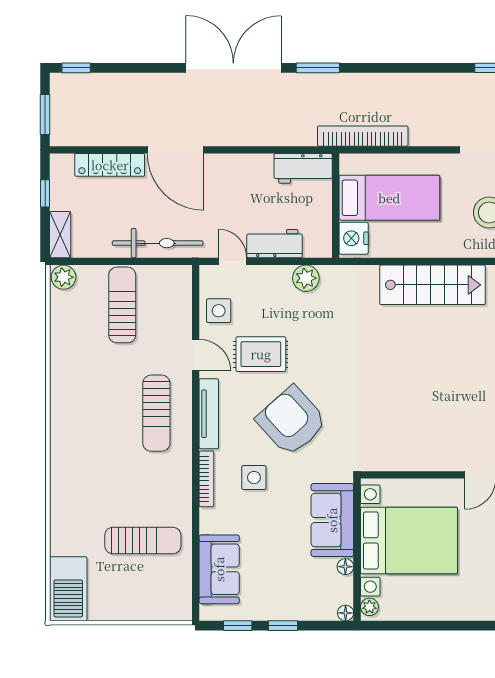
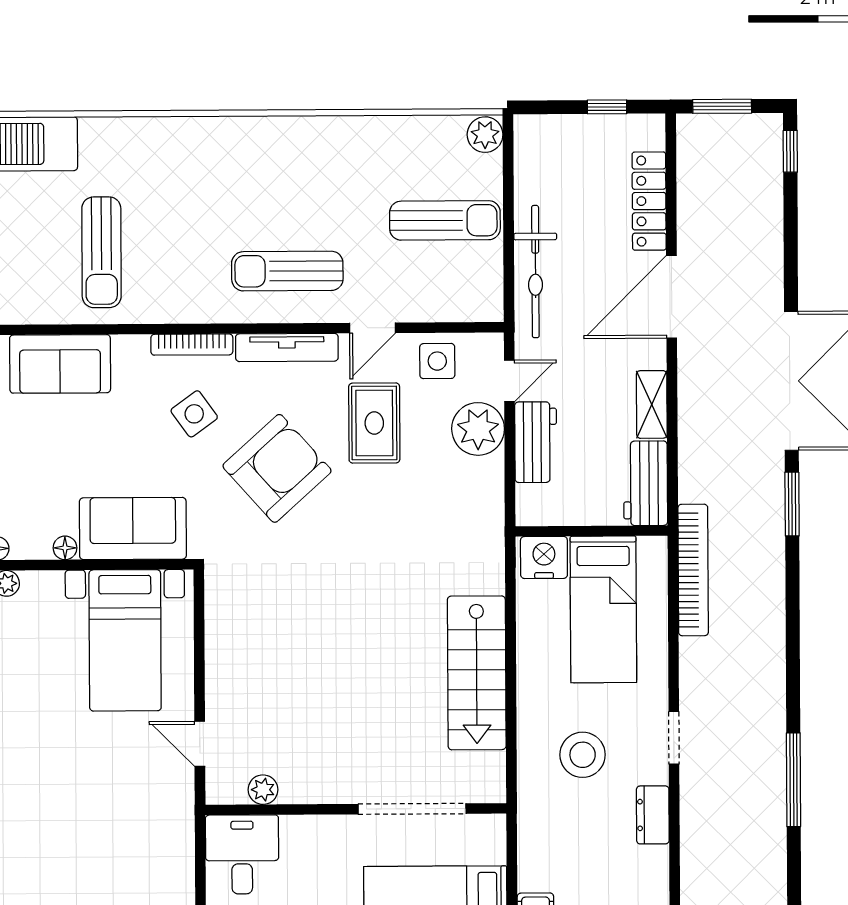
shelving: (60, 235) -> (652, 404), moved, turned 90
plant: (306, 278) -> (478, 429), moved, width x1.36, depth x1.36
side table: (254, 478) -> (194, 414), turned -36
bed with nightstands: (409, 540) -> (125, 640), width x0.73

